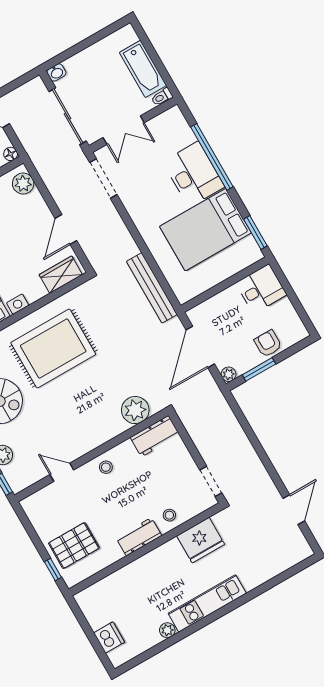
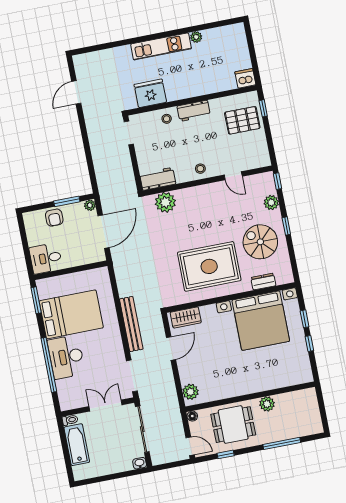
bench: (152, 288) -> (131, 324), moved
dishwasher: (109, 638) -> (245, 78), moved, turned 90

